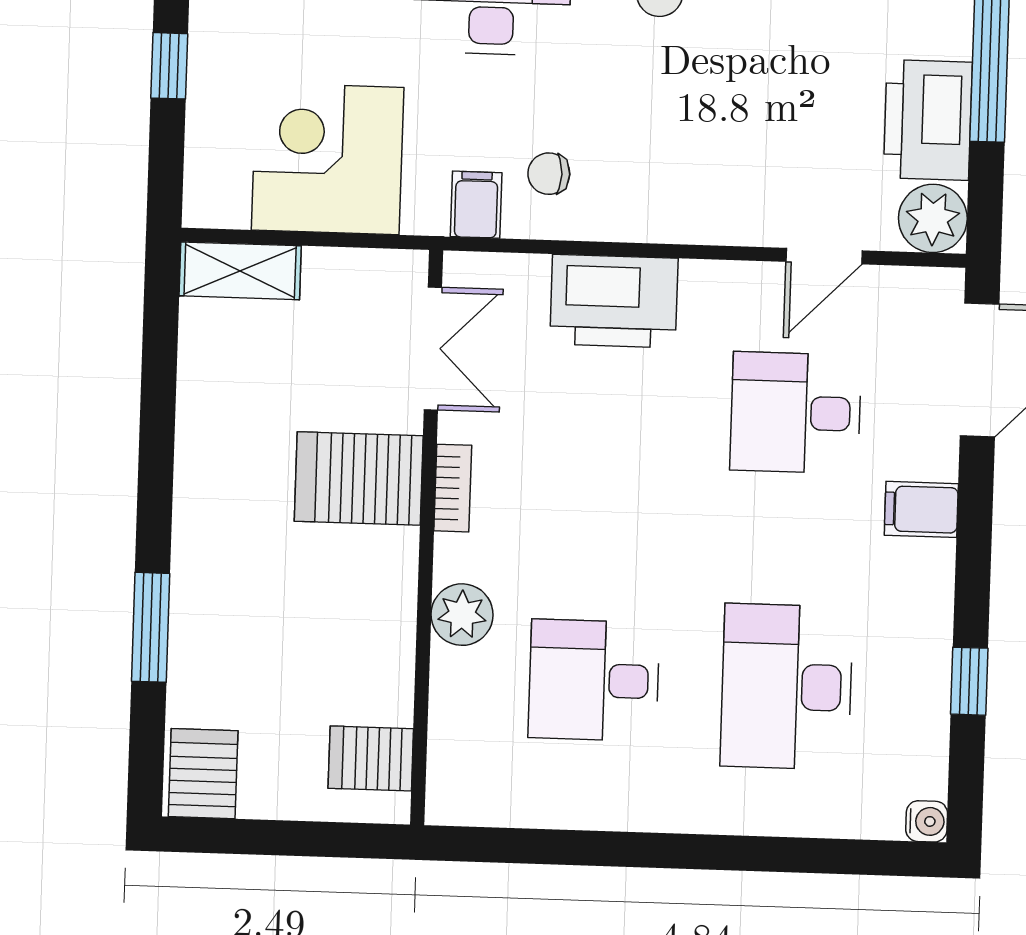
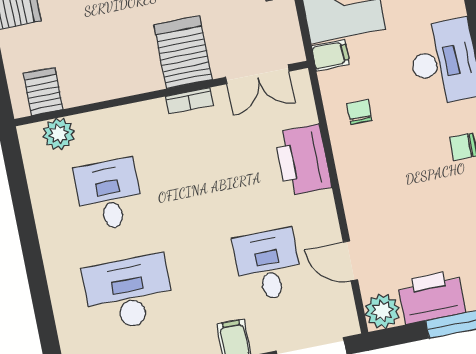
filing cabinet: (476, 205) -> (330, 55), moved
plant: (462, 615) -> (59, 134), moved

